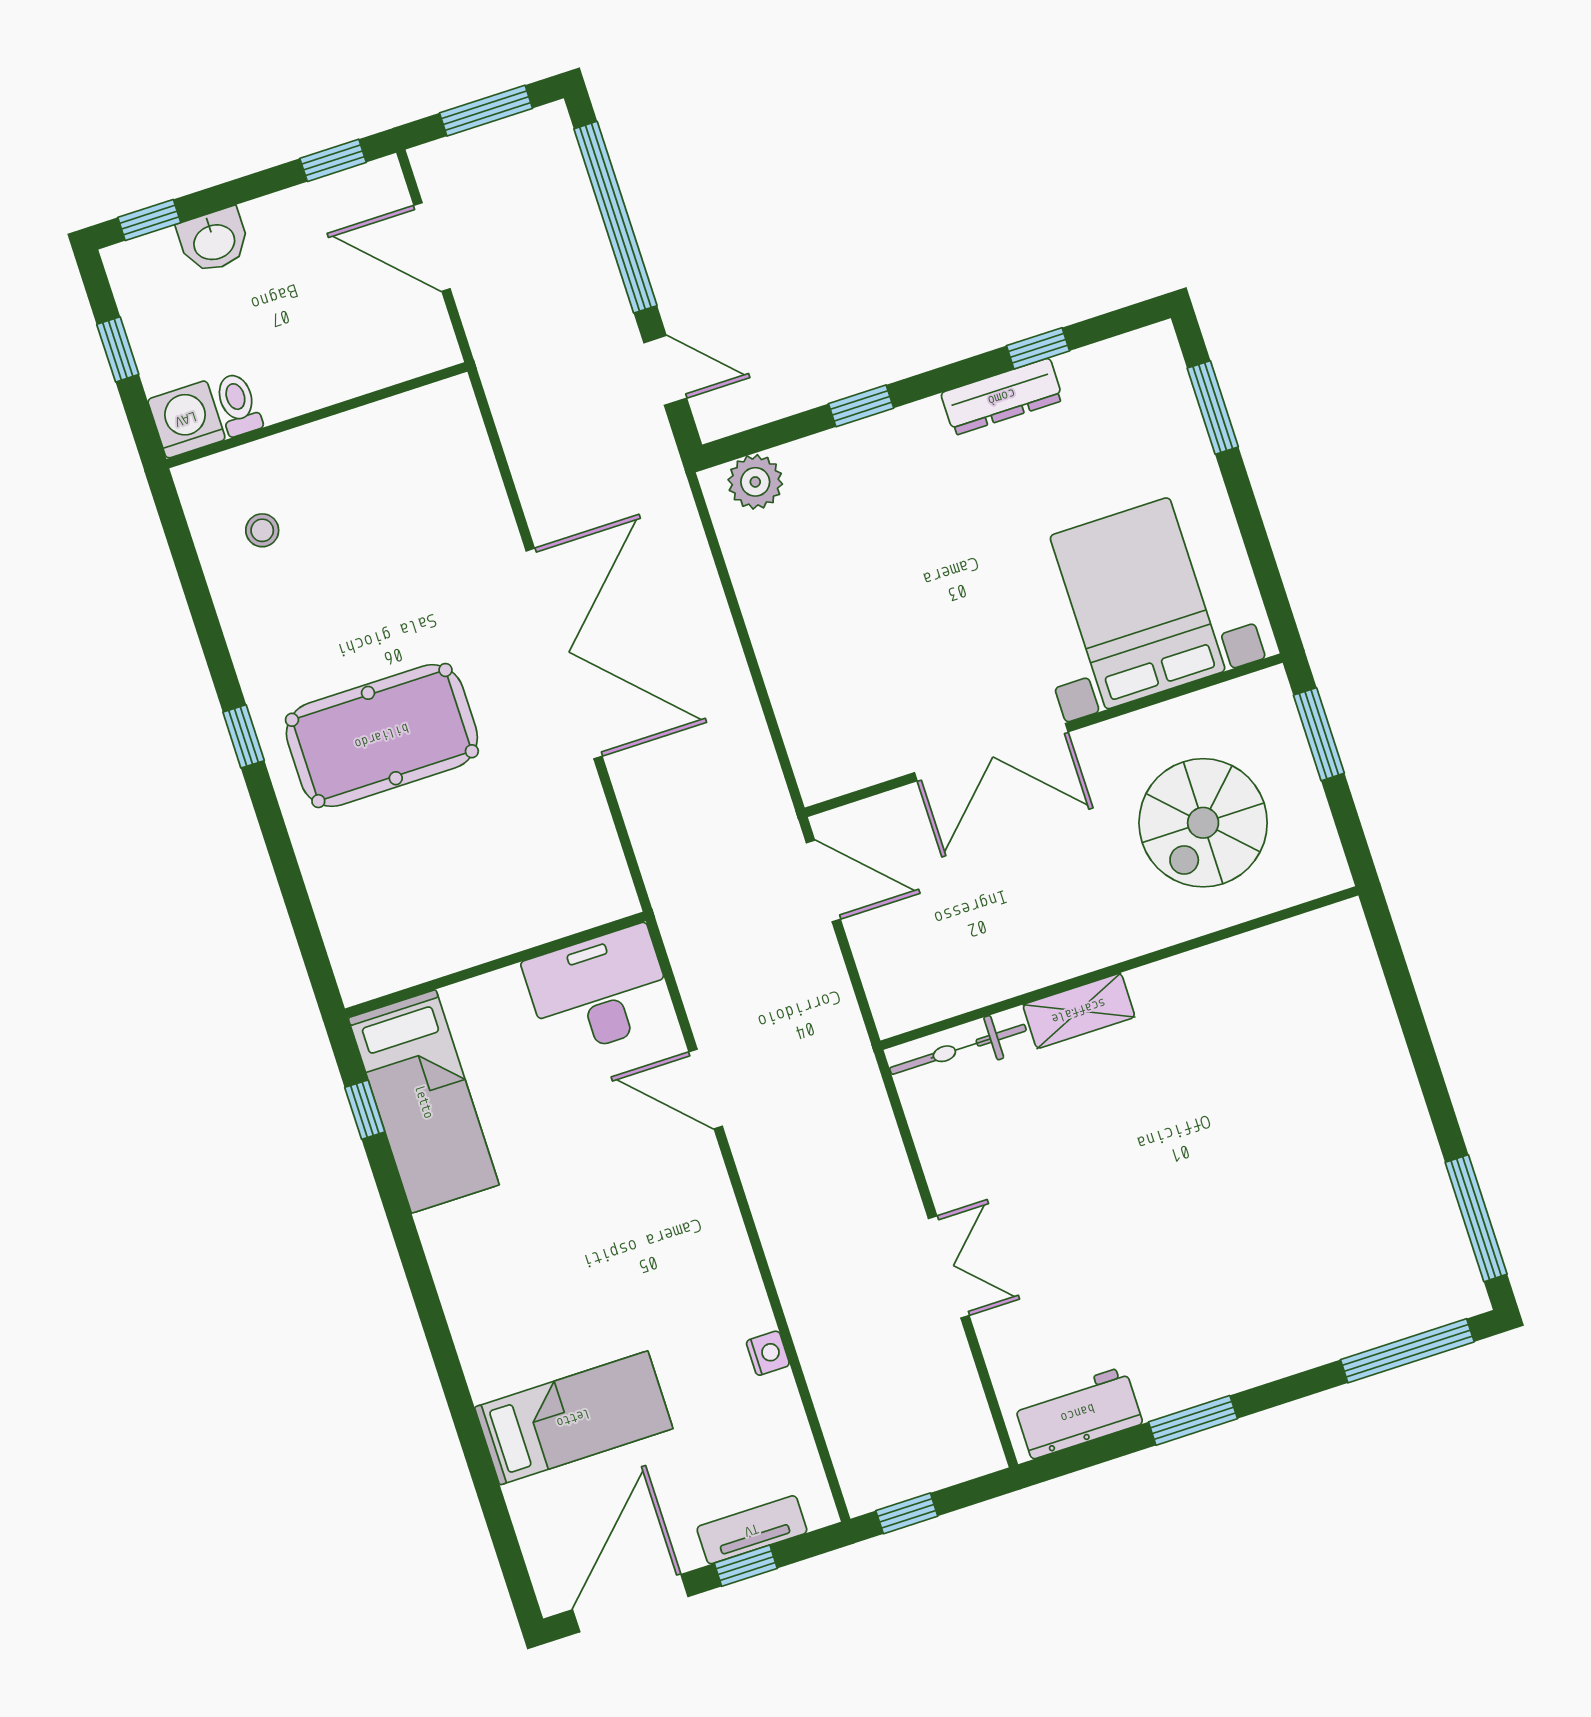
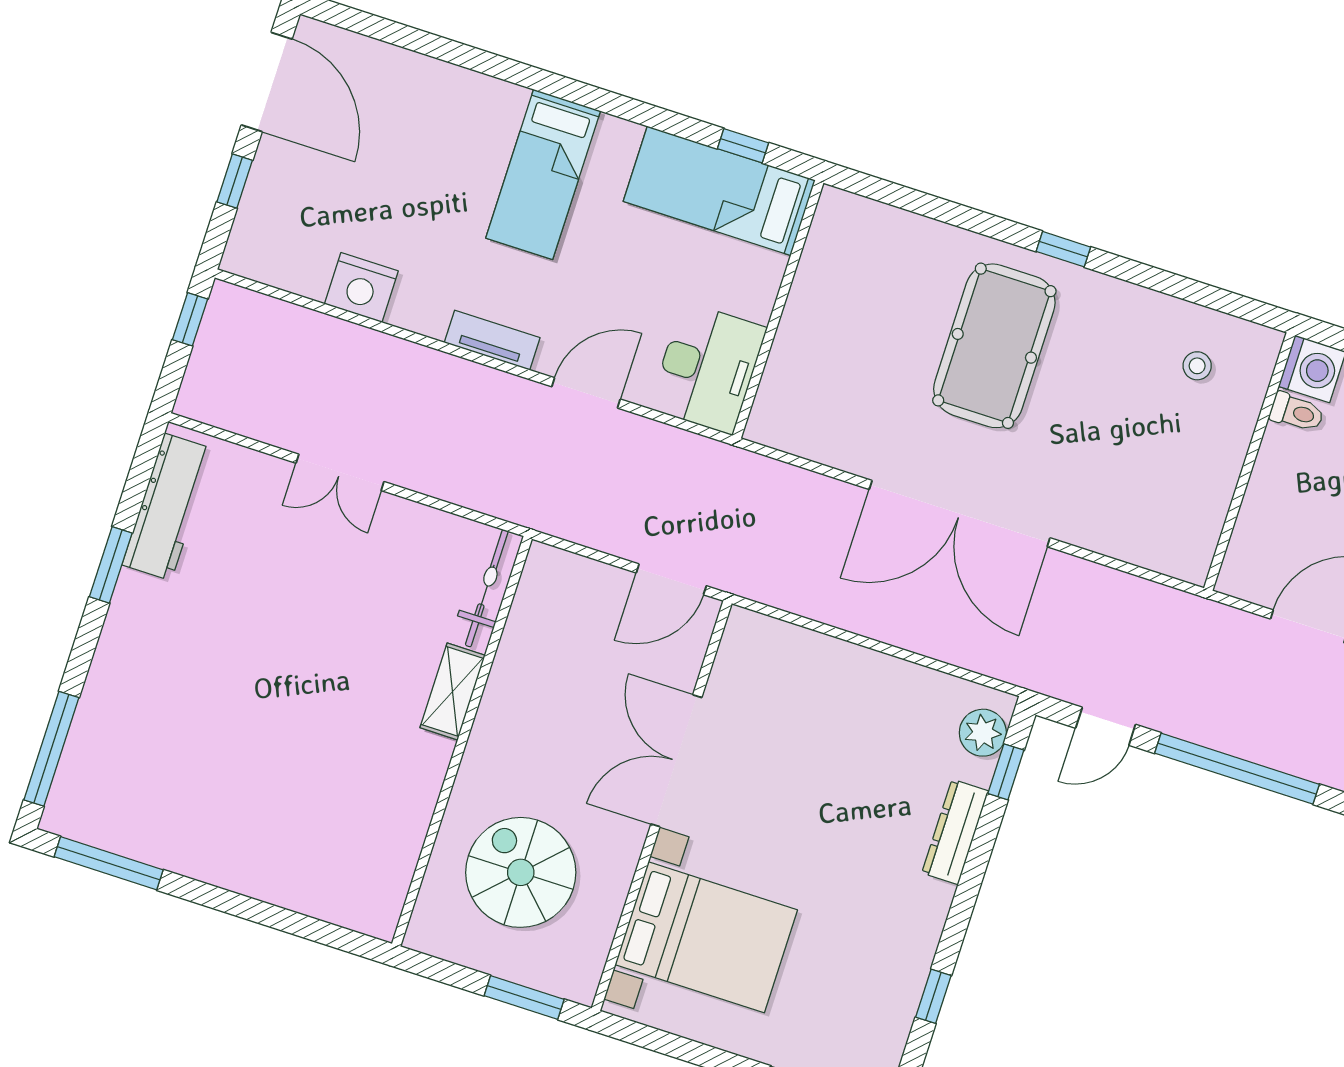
dresser: (1002, 397) -> (955, 832), moved
window: (861, 406) -> (1006, 772), moved
nightstand: (768, 1353) -> (361, 287), width x1.89, depth x1.79
workbench: (1078, 1413) -> (168, 507), width x1.38
bed: (574, 1418) -> (543, 174), moved
tv unit: (752, 1530) -> (492, 340), moved, turned -90

